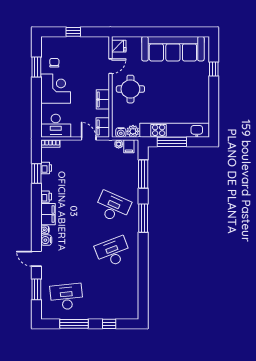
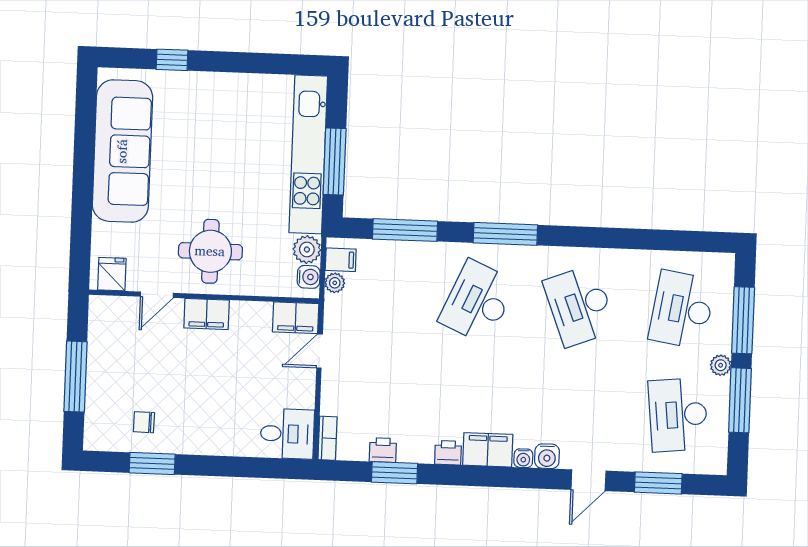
window: (73, 32) -> (75, 377), width x2.17
door: (110, 66) -> (157, 295), swing flipped
corner desk: (56, 89) -> (203, 422), removed
filing cabinet: (103, 99) -> (207, 314), moved
desk: (56, 126) -> (287, 434), width x0.73
desk: (113, 297) -> (682, 310), added
plant: (89, 315) -> (721, 365), added
window: (109, 324) -> (743, 320), width x2.17

